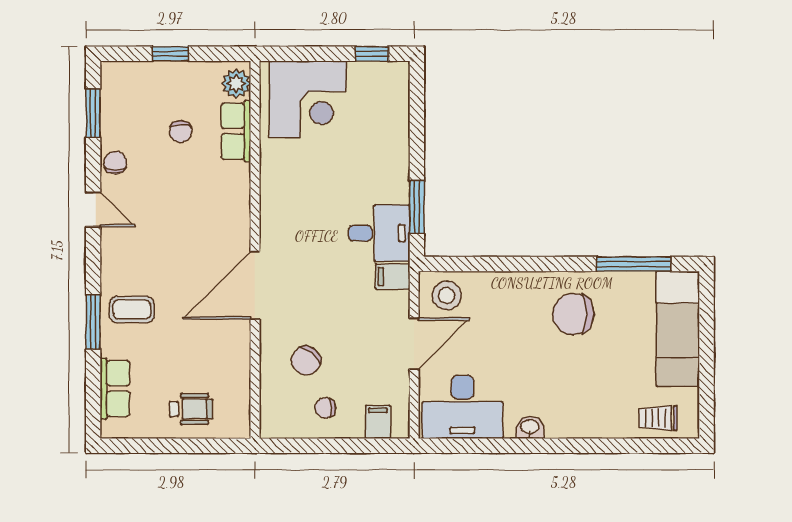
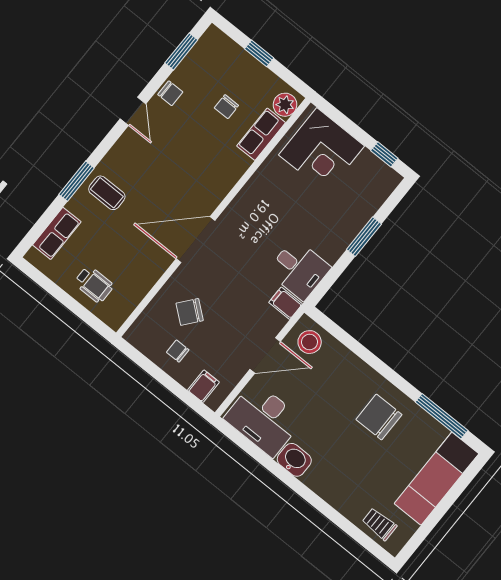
chair: (115, 163) -> (170, 93), turned 90
window: (417, 207) -> (364, 237), moved
washbasin: (530, 427) -> (294, 460), width x1.38, depth x1.45

